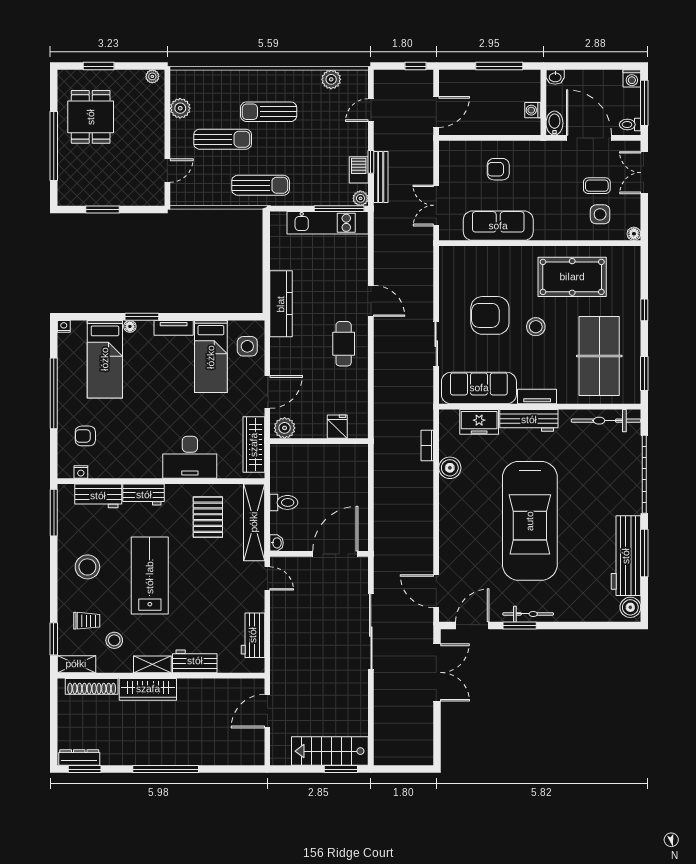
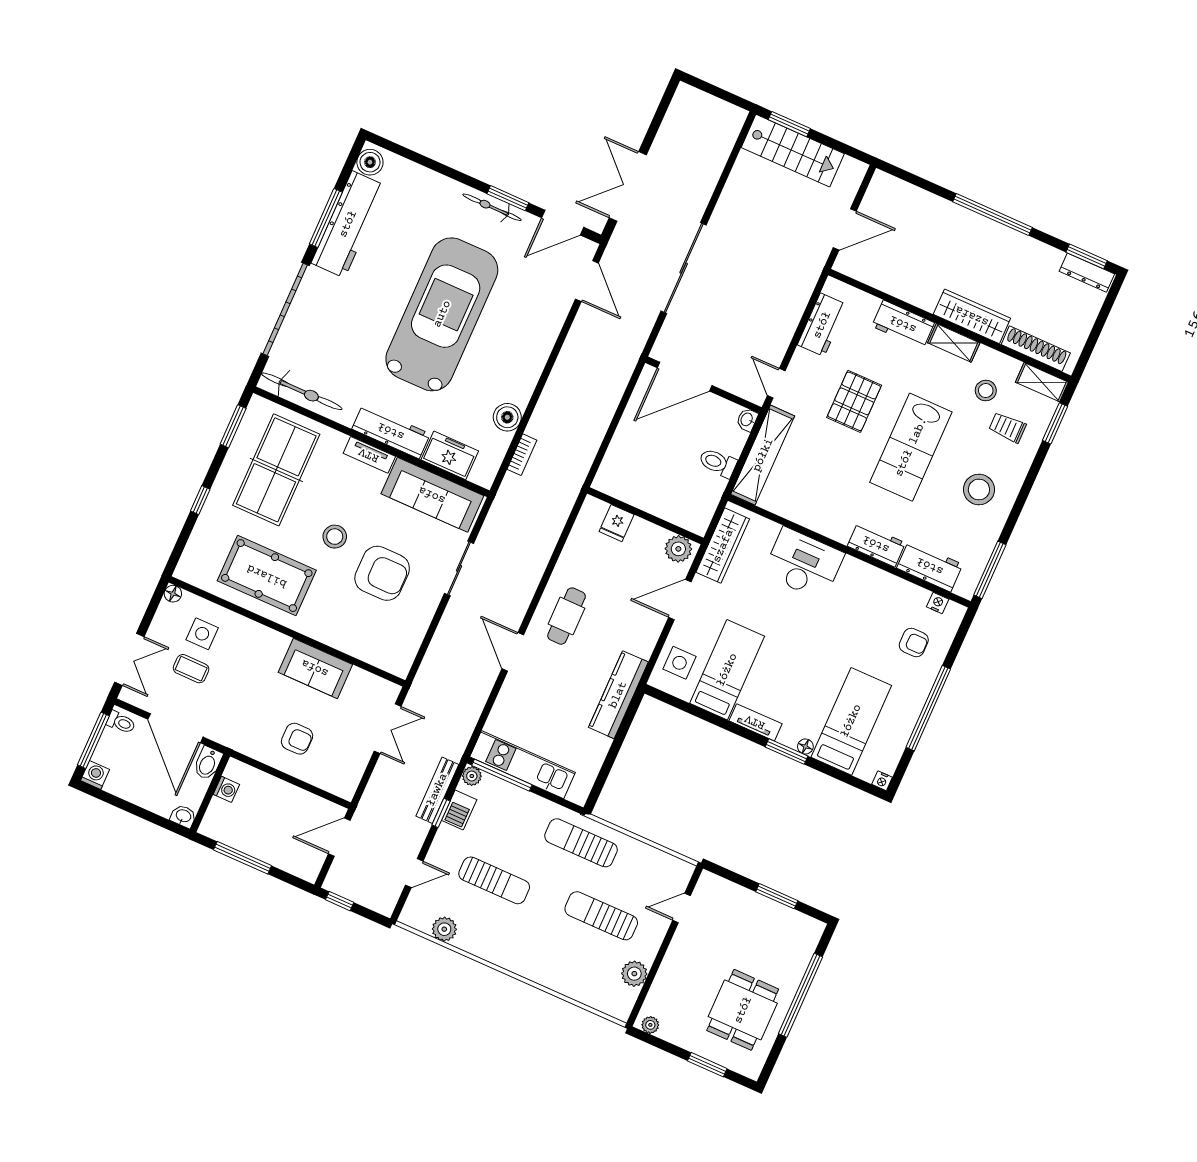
sun lounger: (269, 112) -> (494, 880), moved
sofa: (498, 226) -> (315, 668), width x0.73
pallet: (208, 517) -> (854, 401), moved

